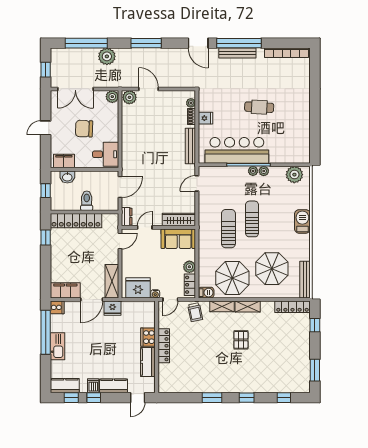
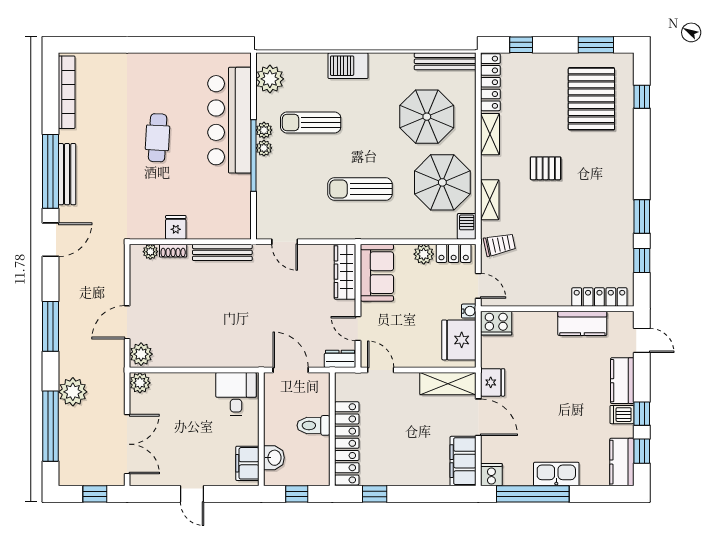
chair: (84, 129) -> (193, 430), removed
bar counter: (237, 150) -> (229, 120), moved
sun lounger: (252, 219) -> (311, 122), moved
shelving: (248, 307) -> (490, 134), moved
cooker: (148, 337) -> (496, 323), moved
locker: (164, 346) -> (599, 297), moved
pallet: (283, 367) -> (591, 99), added
window: (247, 398) -> (642, 261), moved

